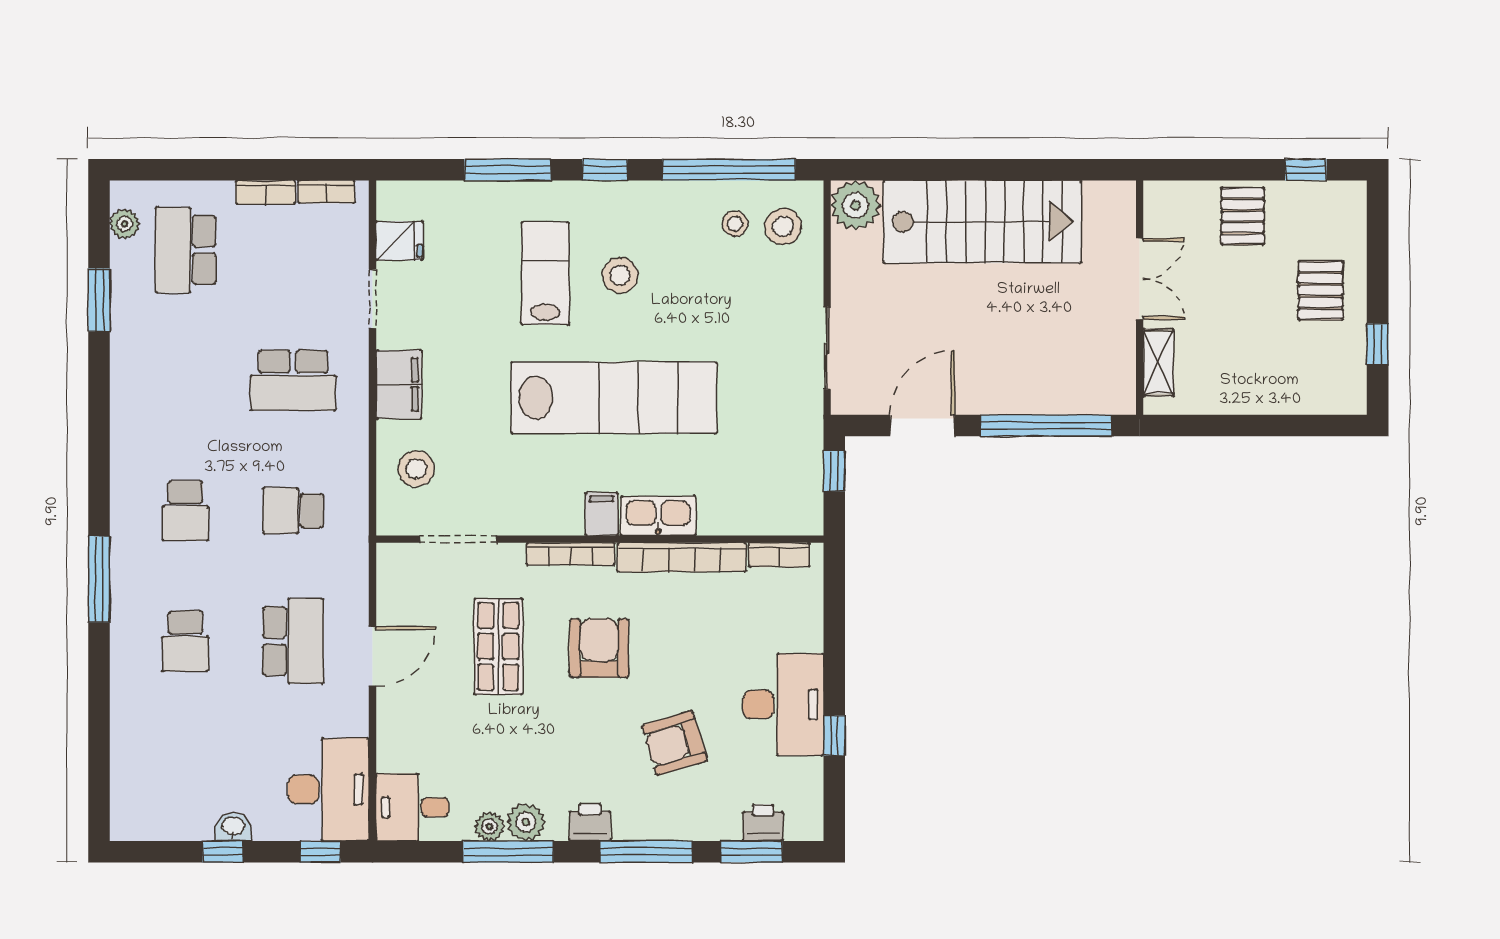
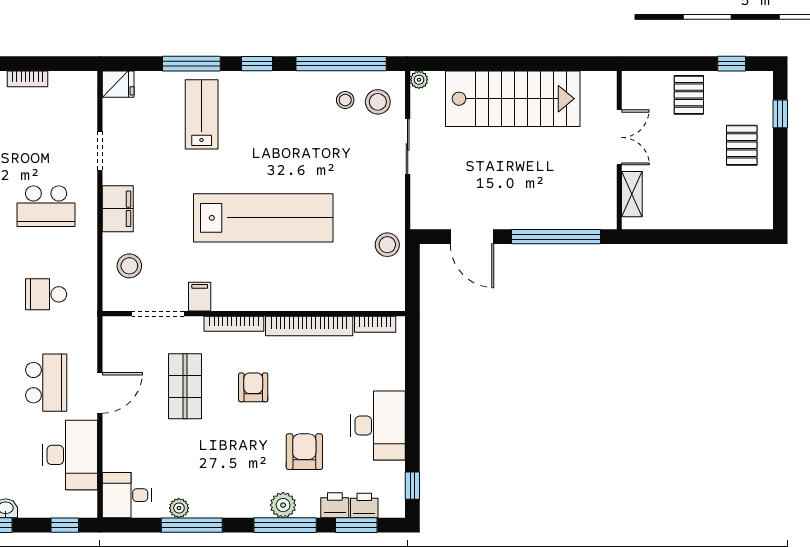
bookcase: (326, 192) -> (69, 78), removed
plant: (856, 205) -> (419, 80), width x0.53, depth x0.53
fridge: (399, 241) -> (118, 84), moved
lab bench: (545, 273) -> (202, 114), moved
stool: (620, 275) -> (387, 245), moved
window: (1378, 344) -> (780, 114), moved
sliding door: (827, 348) -> (408, 147), moved
door: (922, 426) -> (472, 237), swing flipped
window: (834, 471) -> (412, 267), removed
filing cabinet: (602, 514) -> (200, 297), moved
kitchen sink: (658, 516) -> (293, 298), removed
armchair: (599, 648) -> (253, 387), width x0.72, depth x0.72
window: (834, 735) -> (412, 486), moved
armchair: (675, 743) -> (304, 452), turned 107
desk: (328, 790) -> (70, 455), moved
plant: (526, 822) -> (283, 505), moved
printer: (590, 822) -> (335, 505), moved

